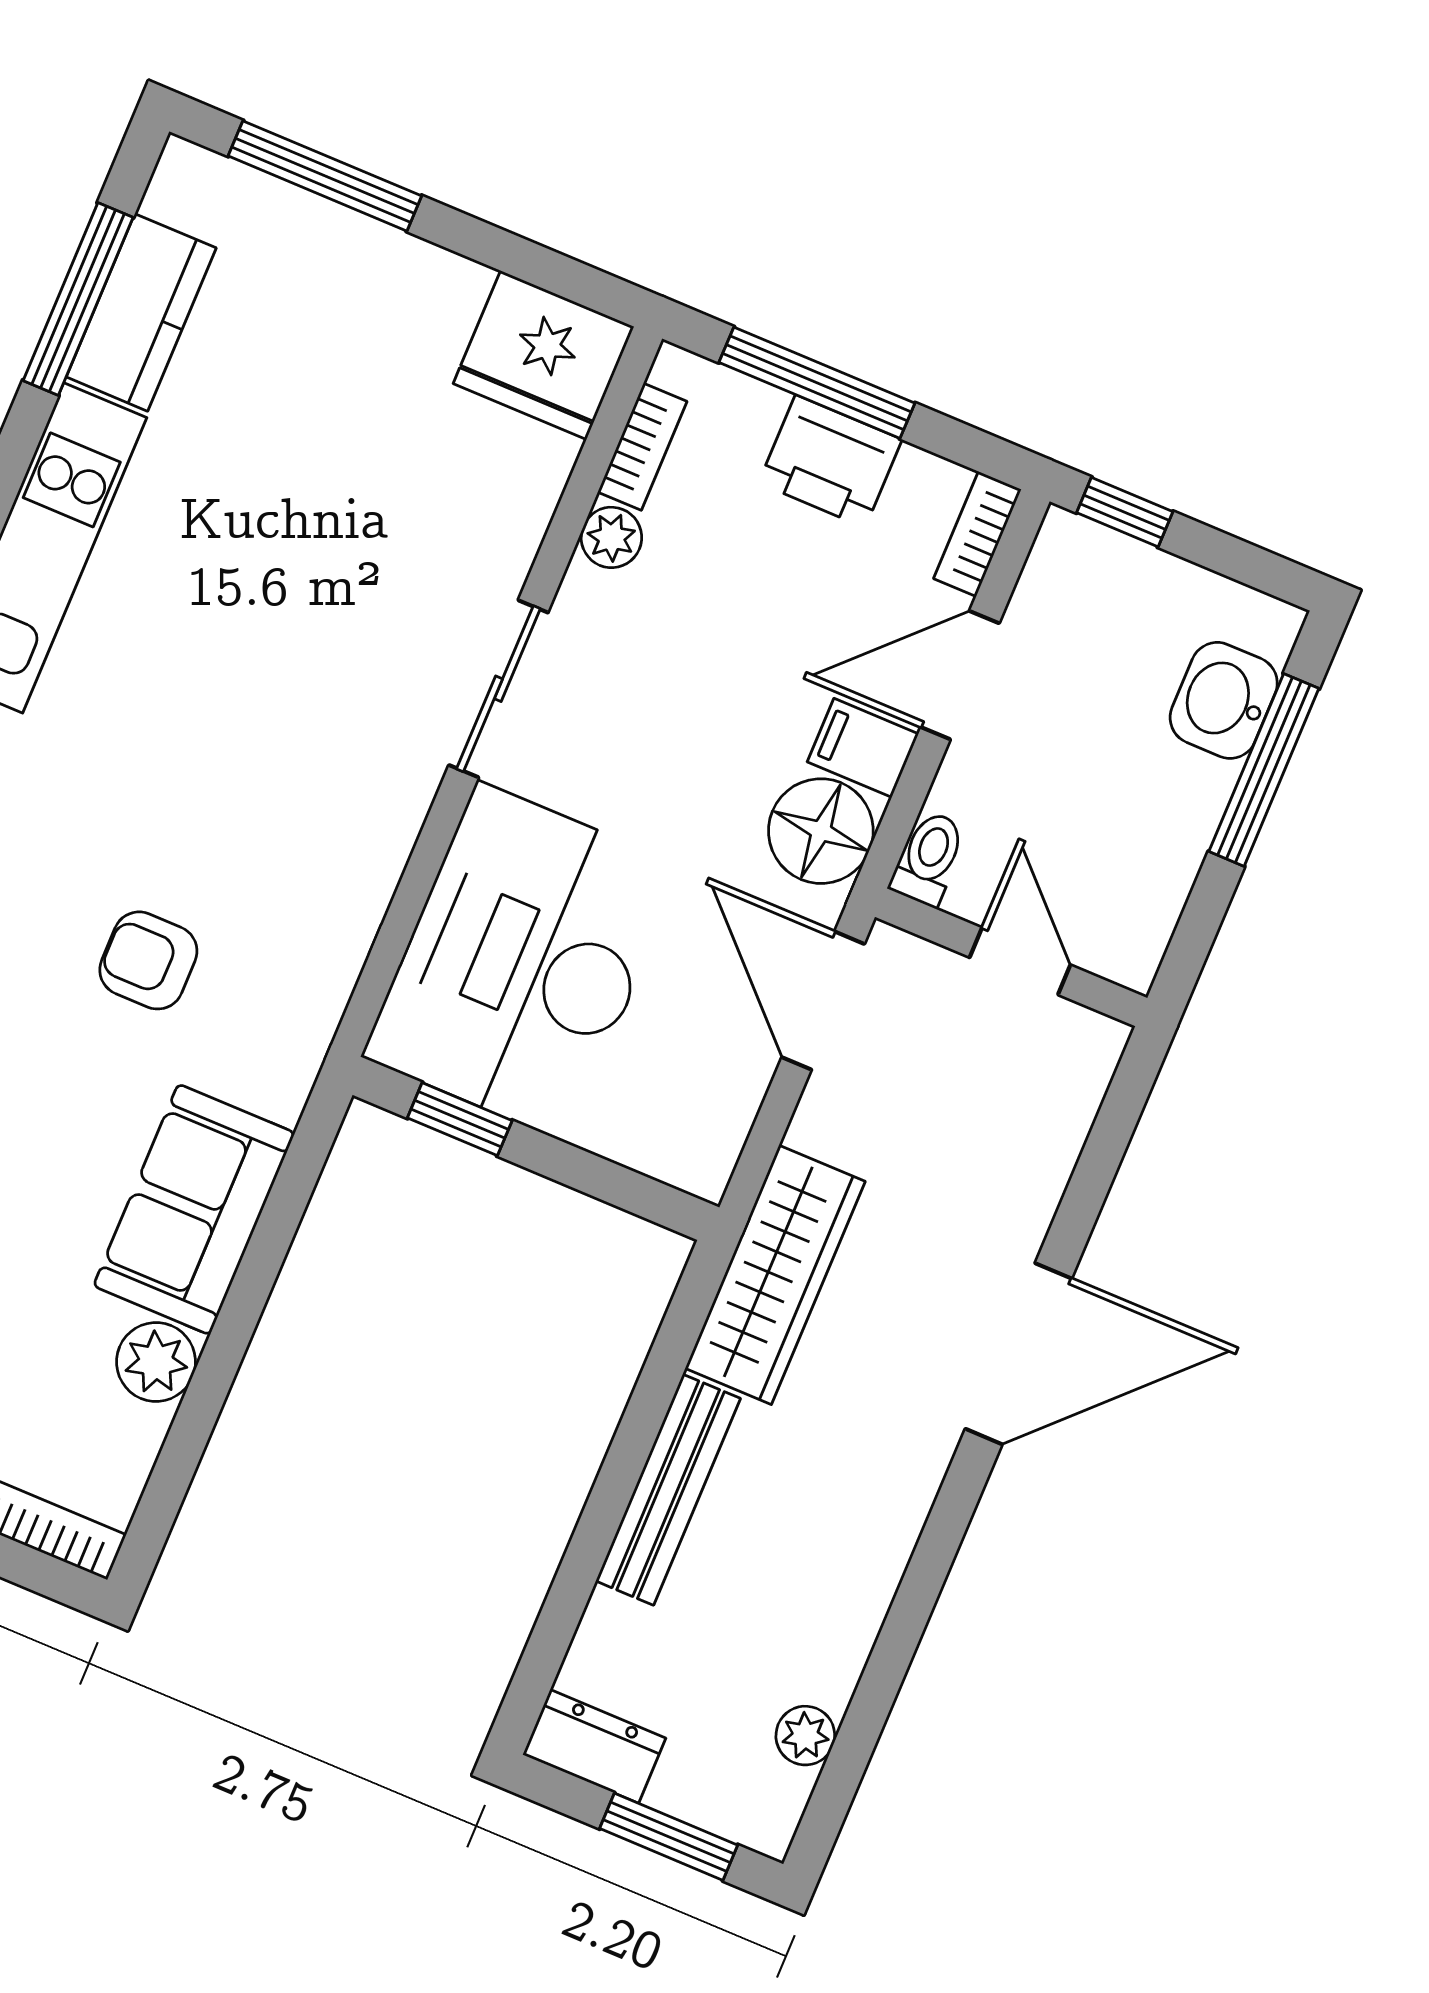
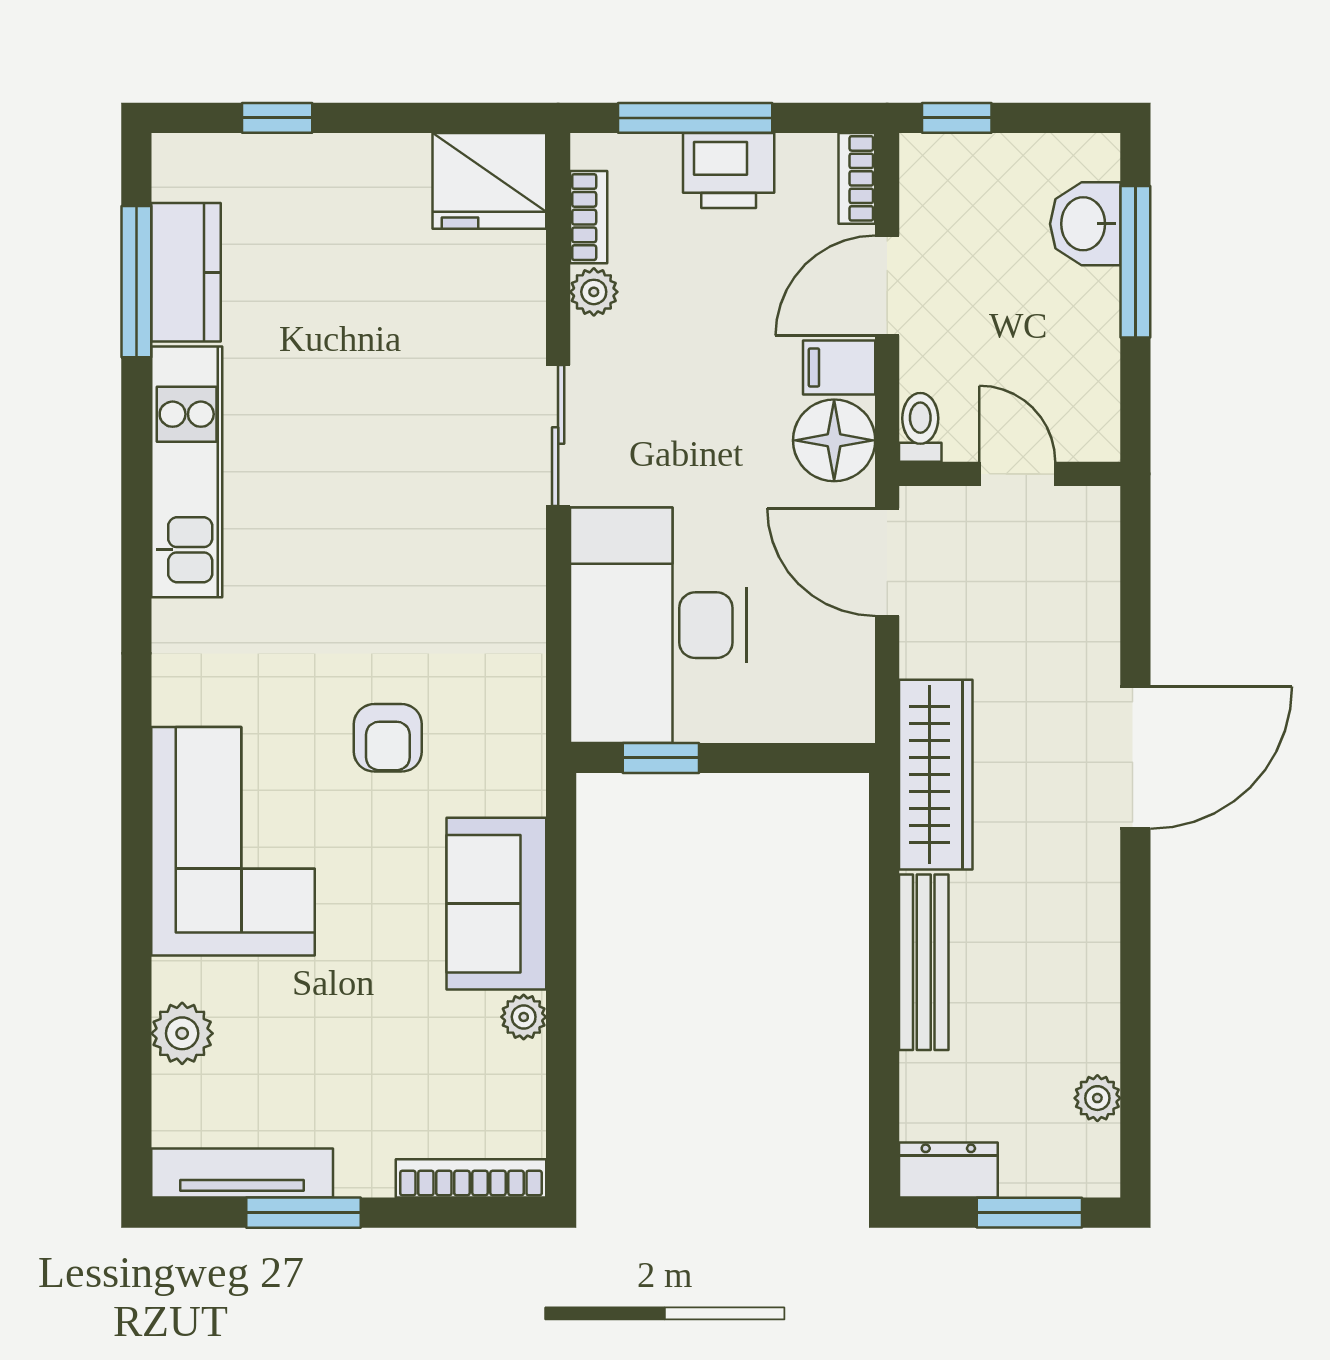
window: (325, 176) -> (277, 118), width x0.46
armchair: (148, 960) -> (388, 738), turned -90
plant: (156, 1362) -> (524, 1017), width x0.73, depth x0.73

